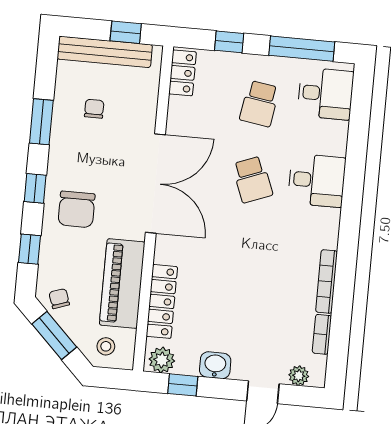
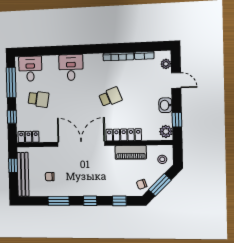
school desk: (252, 179) -> (110, 97), moved
chair: (76, 209) -> (98, 180), removed
piano: (122, 284) -> (131, 152), width x0.73, depth x0.75
locker: (162, 301) -> (124, 135), moved

